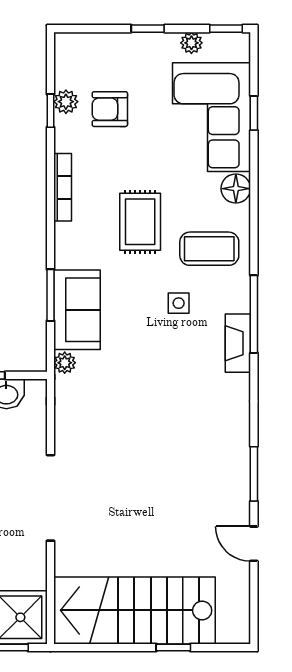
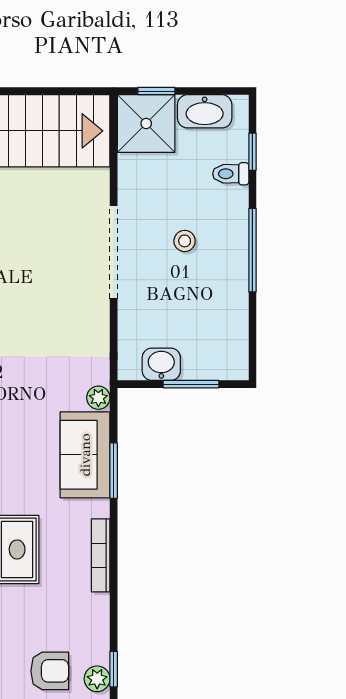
bookcase: (63, 187) -> (101, 555), moved

